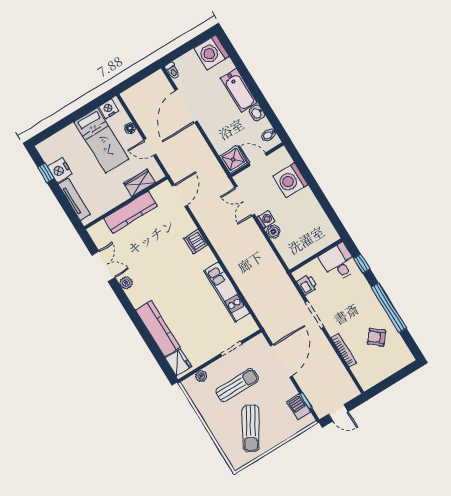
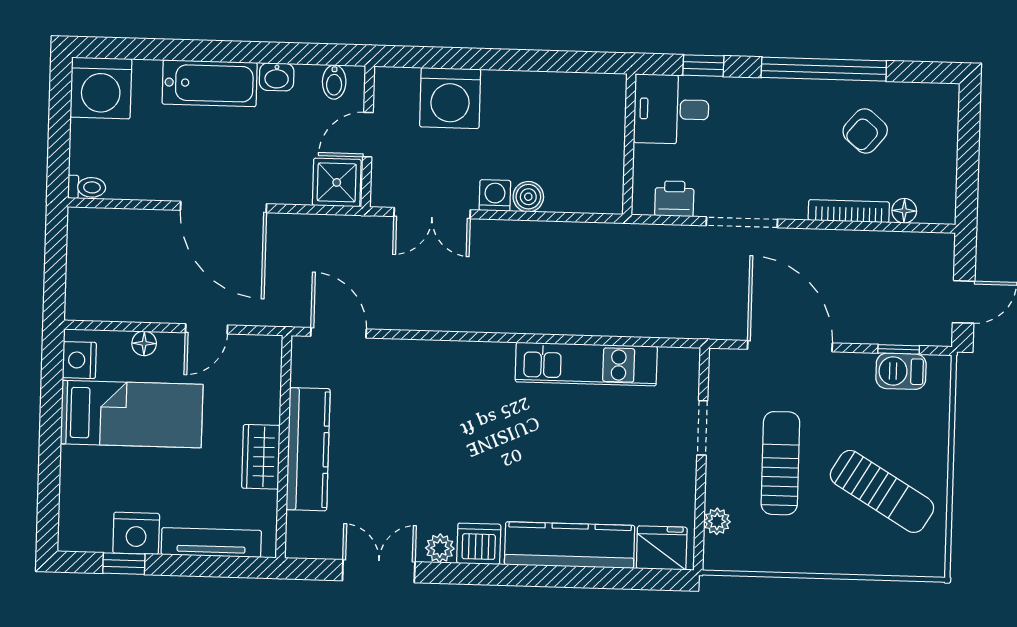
door: (186, 106) -> (223, 207), moved
wardrobe: (140, 183) -> (261, 457), moved
dishwasher: (196, 242) -> (479, 544), moved, turned 180
floor lamp: (357, 370) -> (904, 211), added

